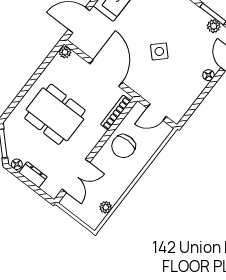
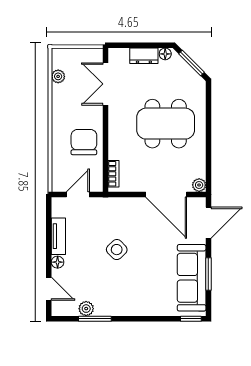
door: (106, 73) -> (166, 194), moved
tv unit: (194, 93) -> (58, 236), added
bookcase: (116, 113) -> (113, 174), width x0.64

